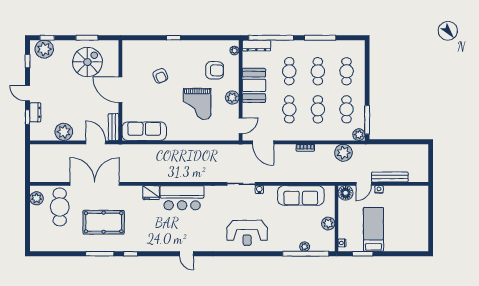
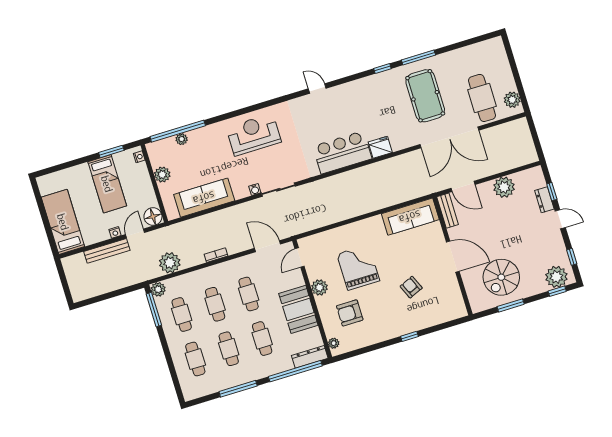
bed: (417, 210) -> (63, 222), added
pool table: (104, 222) -> (425, 96), turned 90

